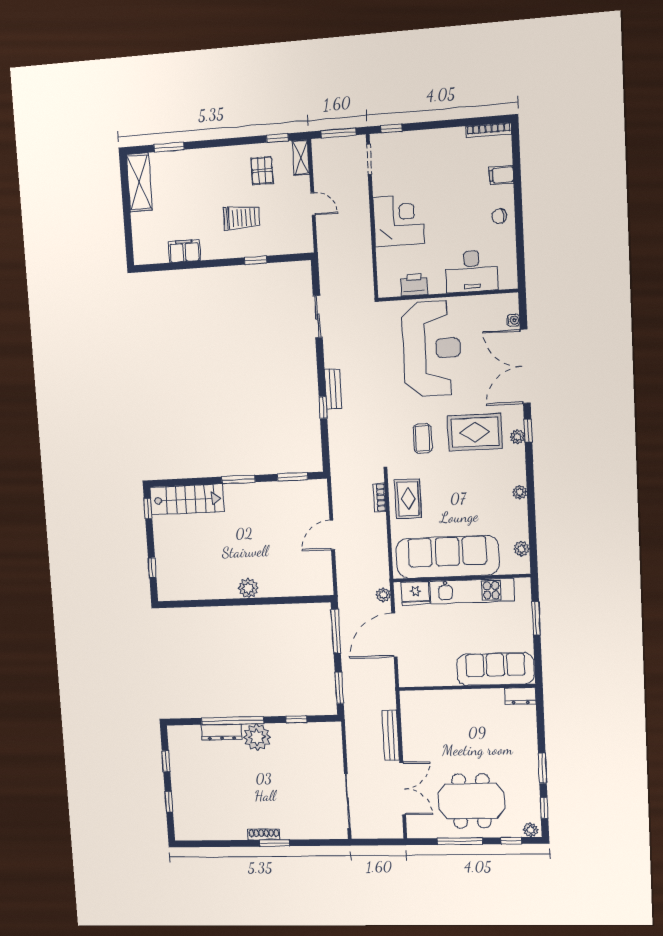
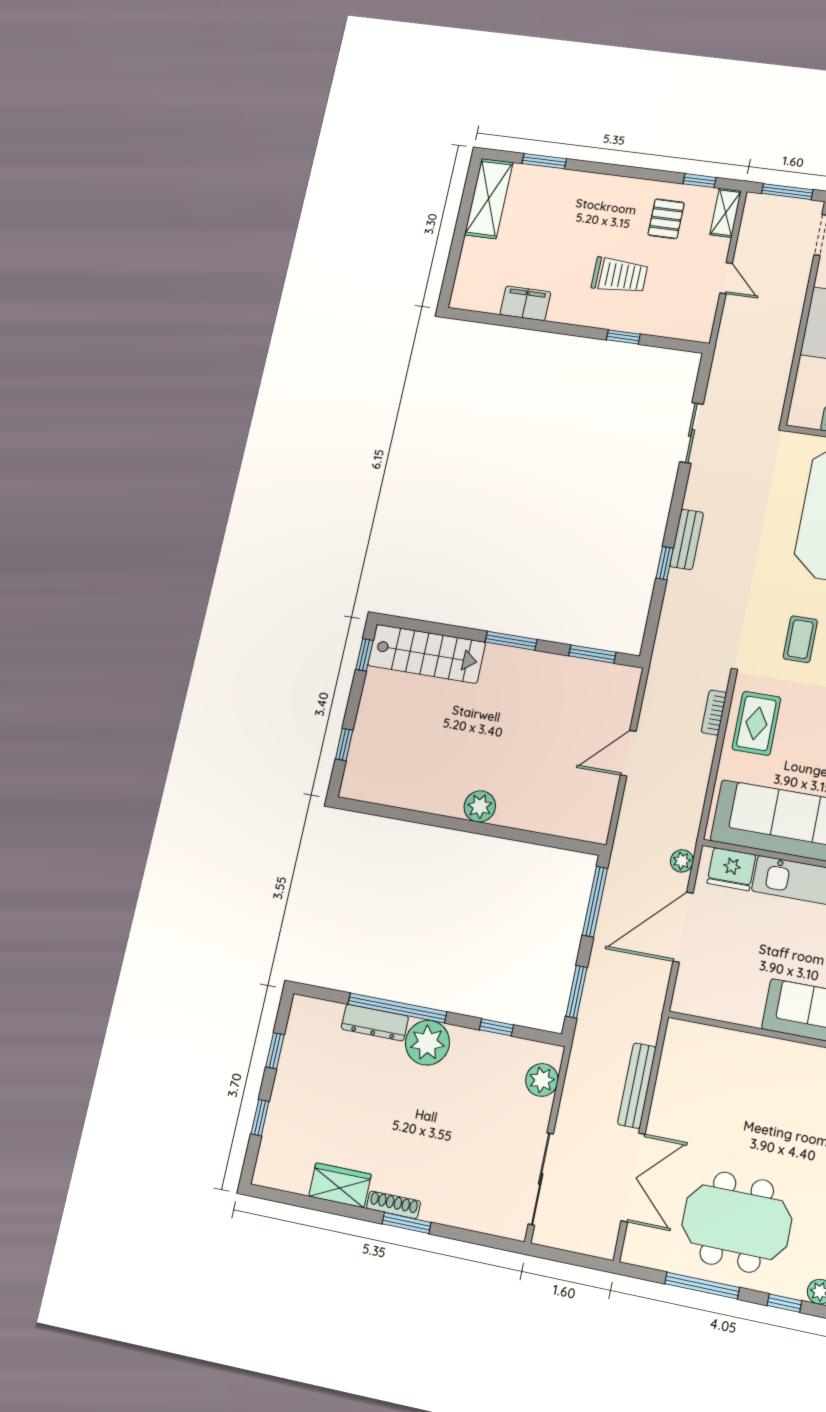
plant: (332, 744) -> (542, 1080), added
wardrobe: (229, 830) -> (340, 1185), added

